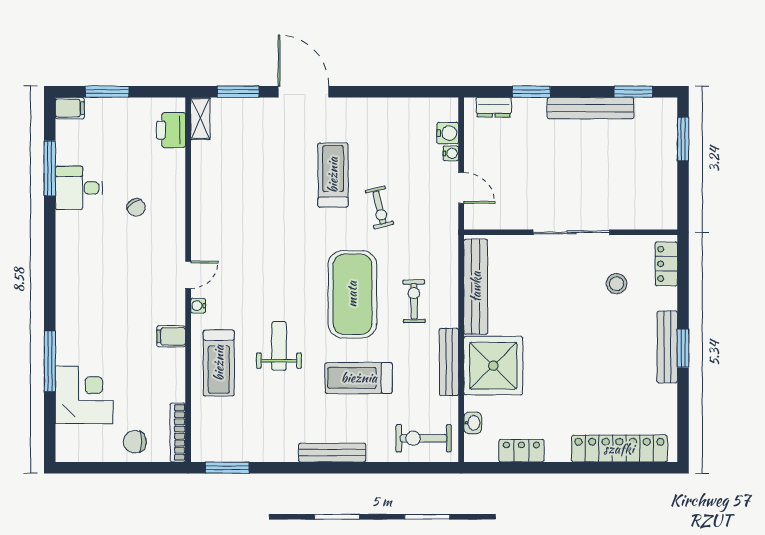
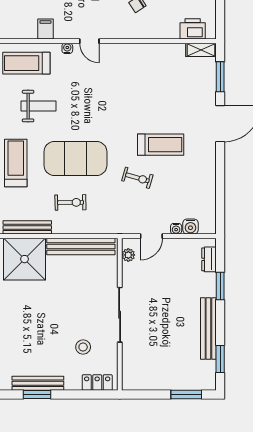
exercise bike: (379, 207) -> (137, 178), turned -151
plant: (488, 220) -> (128, 255), added

